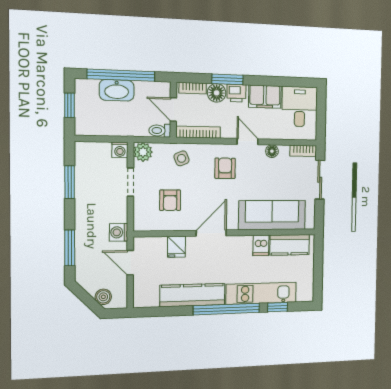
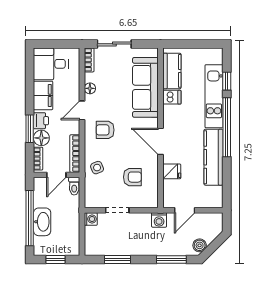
plant: (143, 152) -> (92, 200), removed
boiler: (103, 297) -> (200, 245), moved

